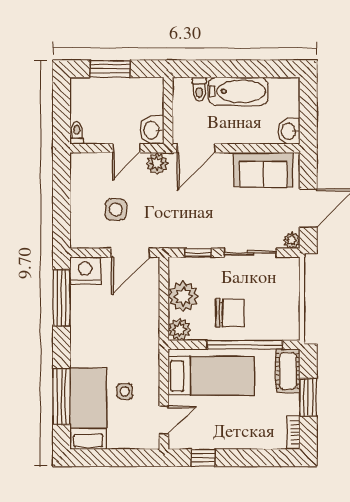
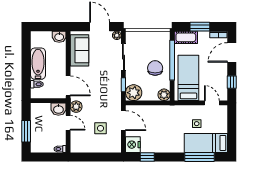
plant: (183, 296) -> (134, 93), moved
window: (61, 298) -> (147, 157), width x0.46
door: (259, 458) -> (232, 52), added

